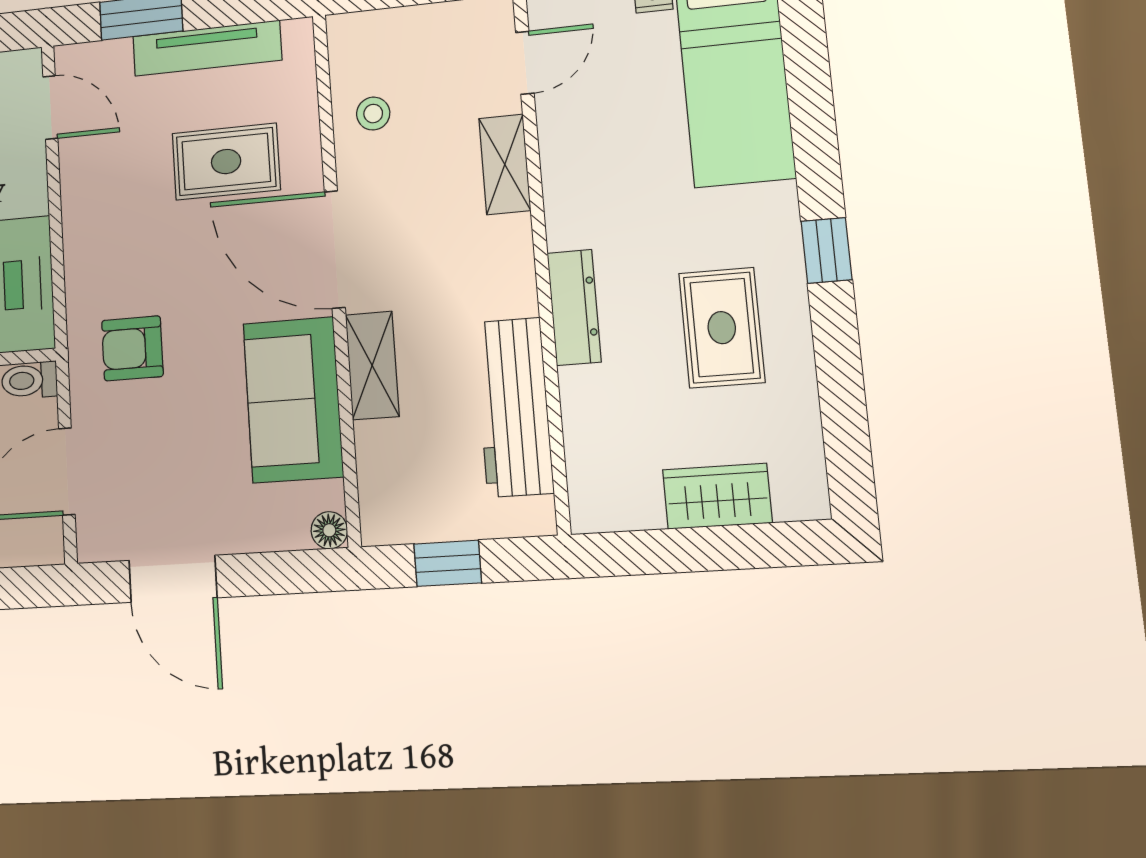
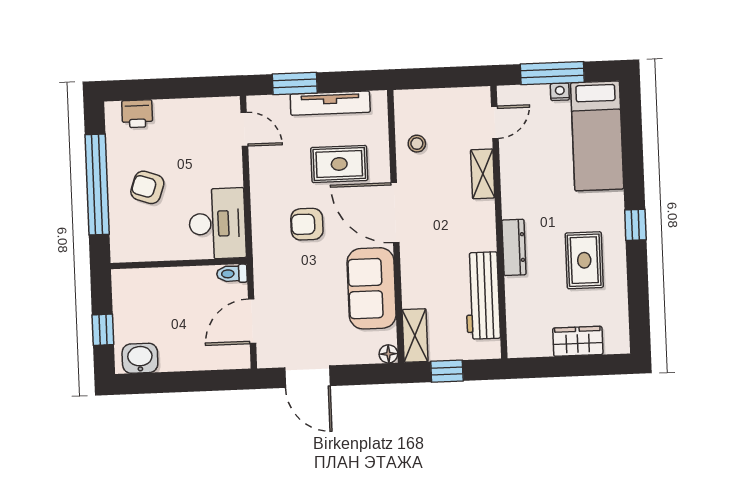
armchair: (132, 348) -> (307, 224), moved
shelving: (372, 365) -> (415, 336), moved

